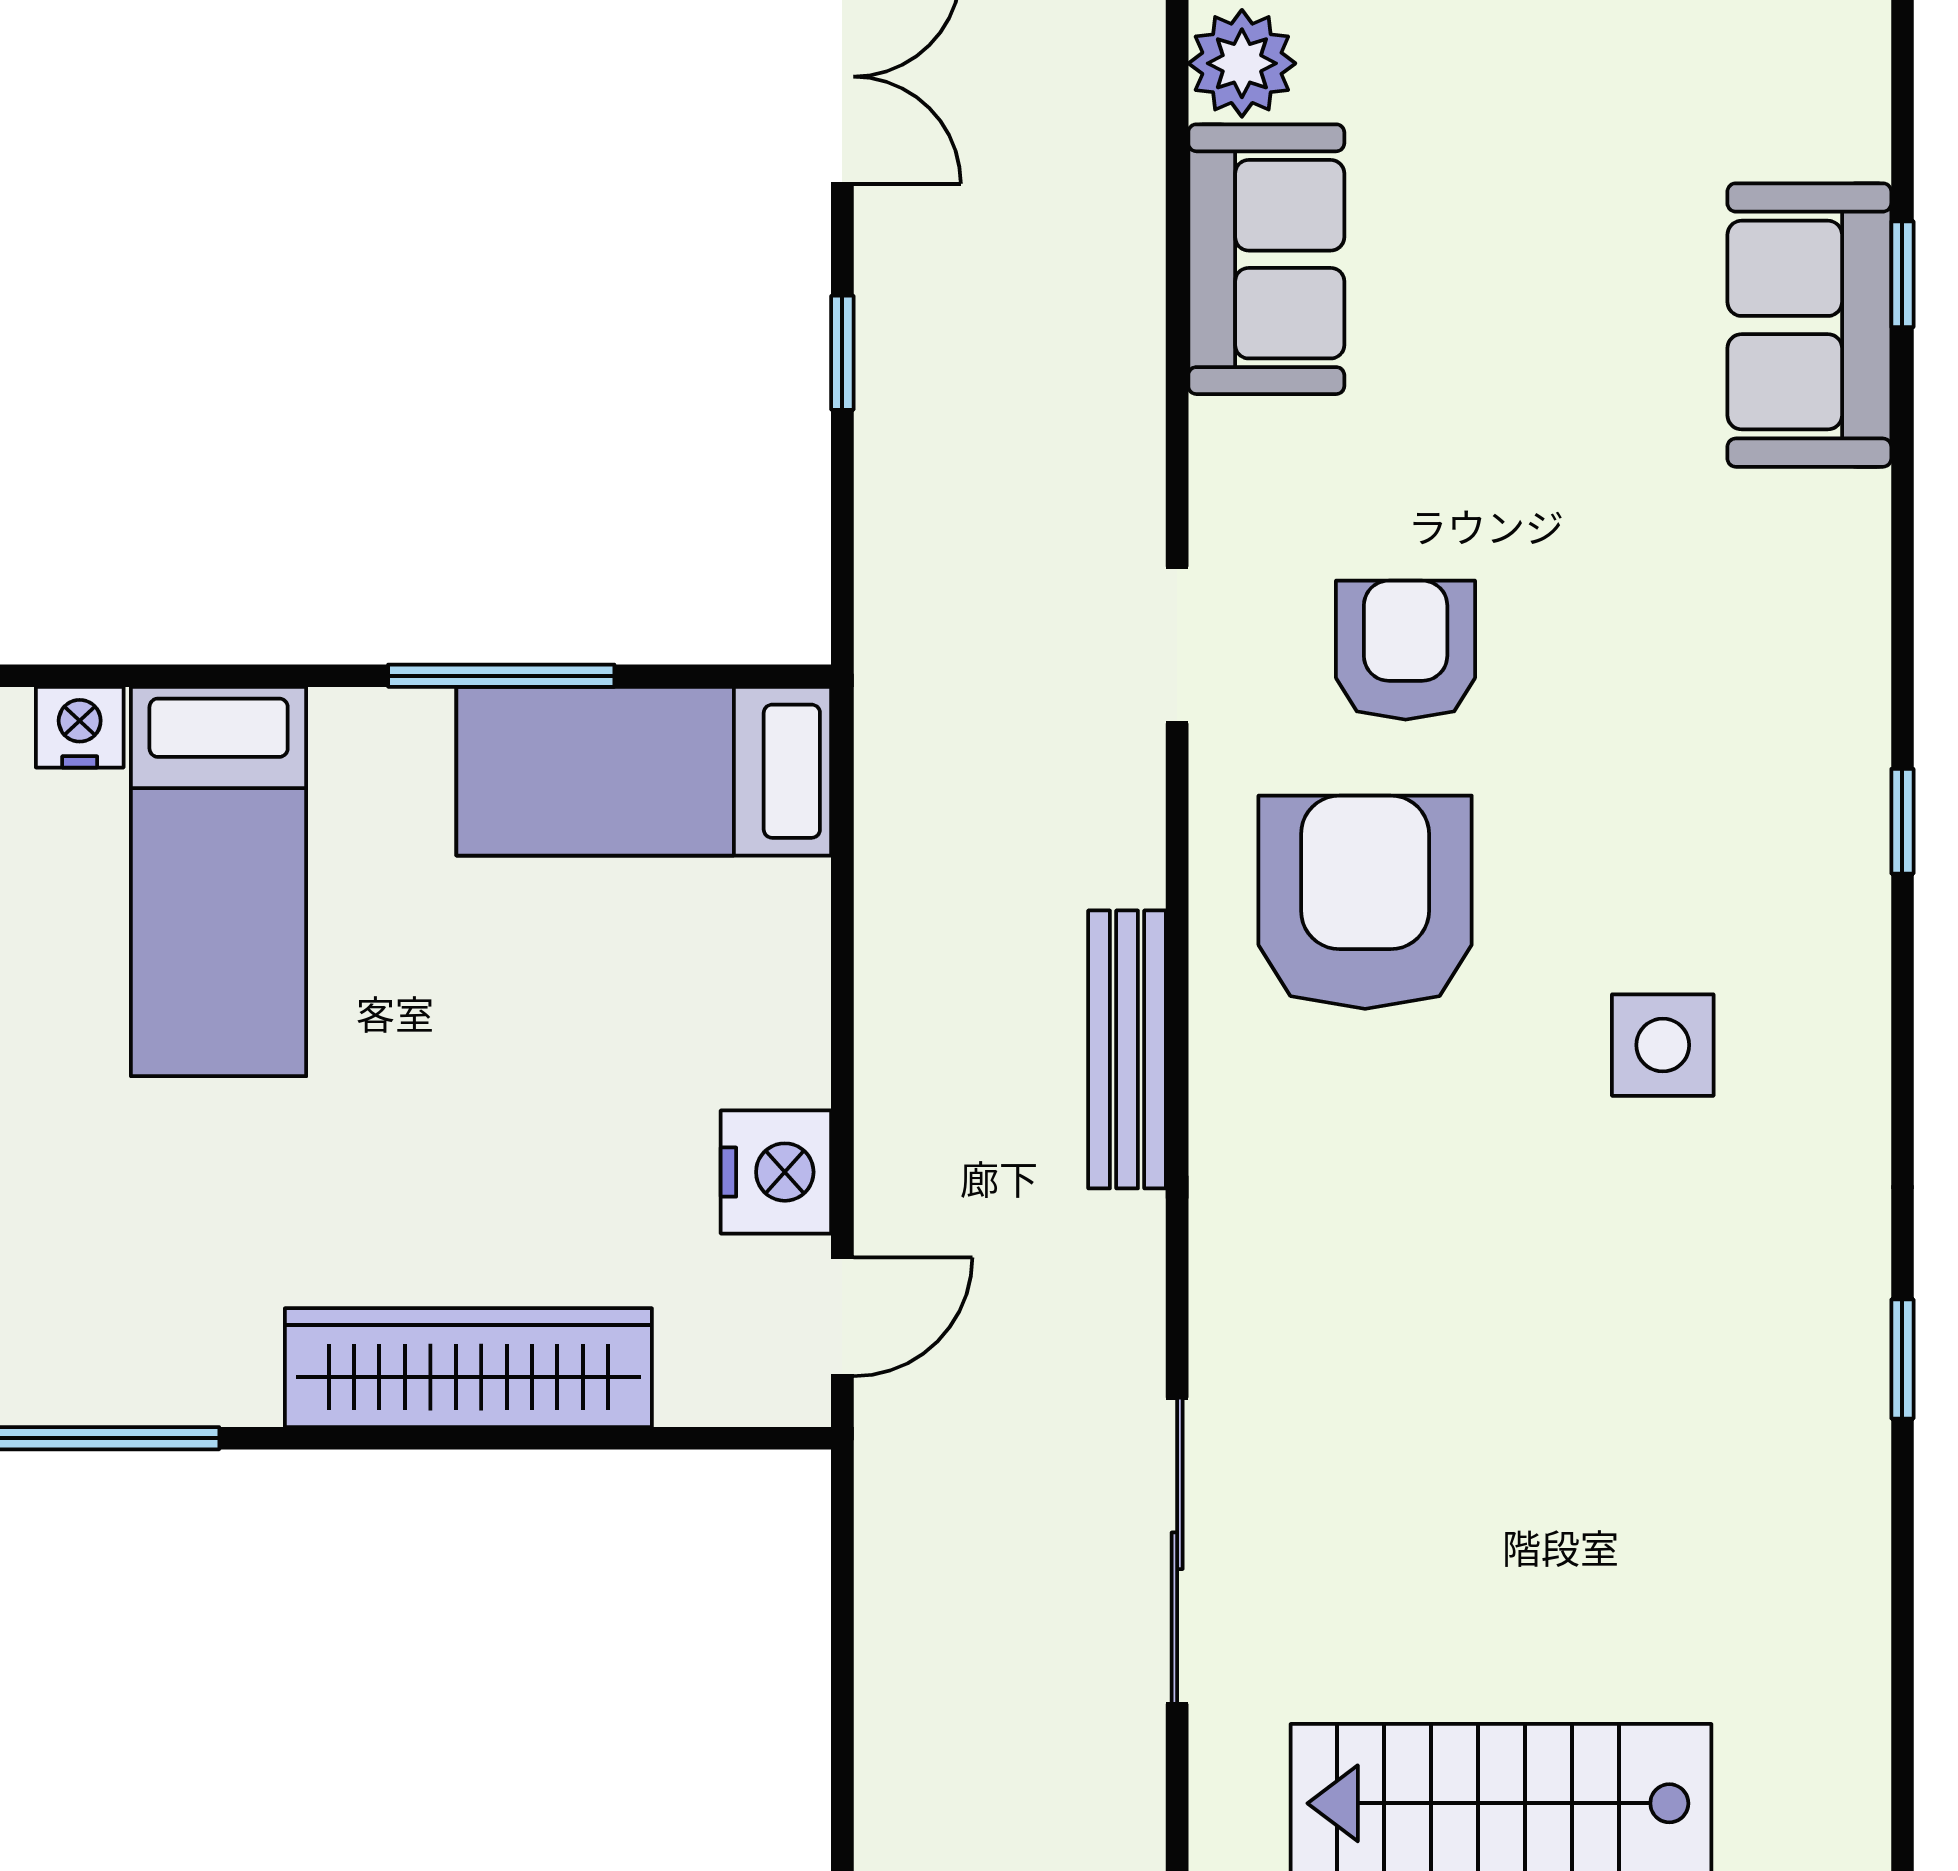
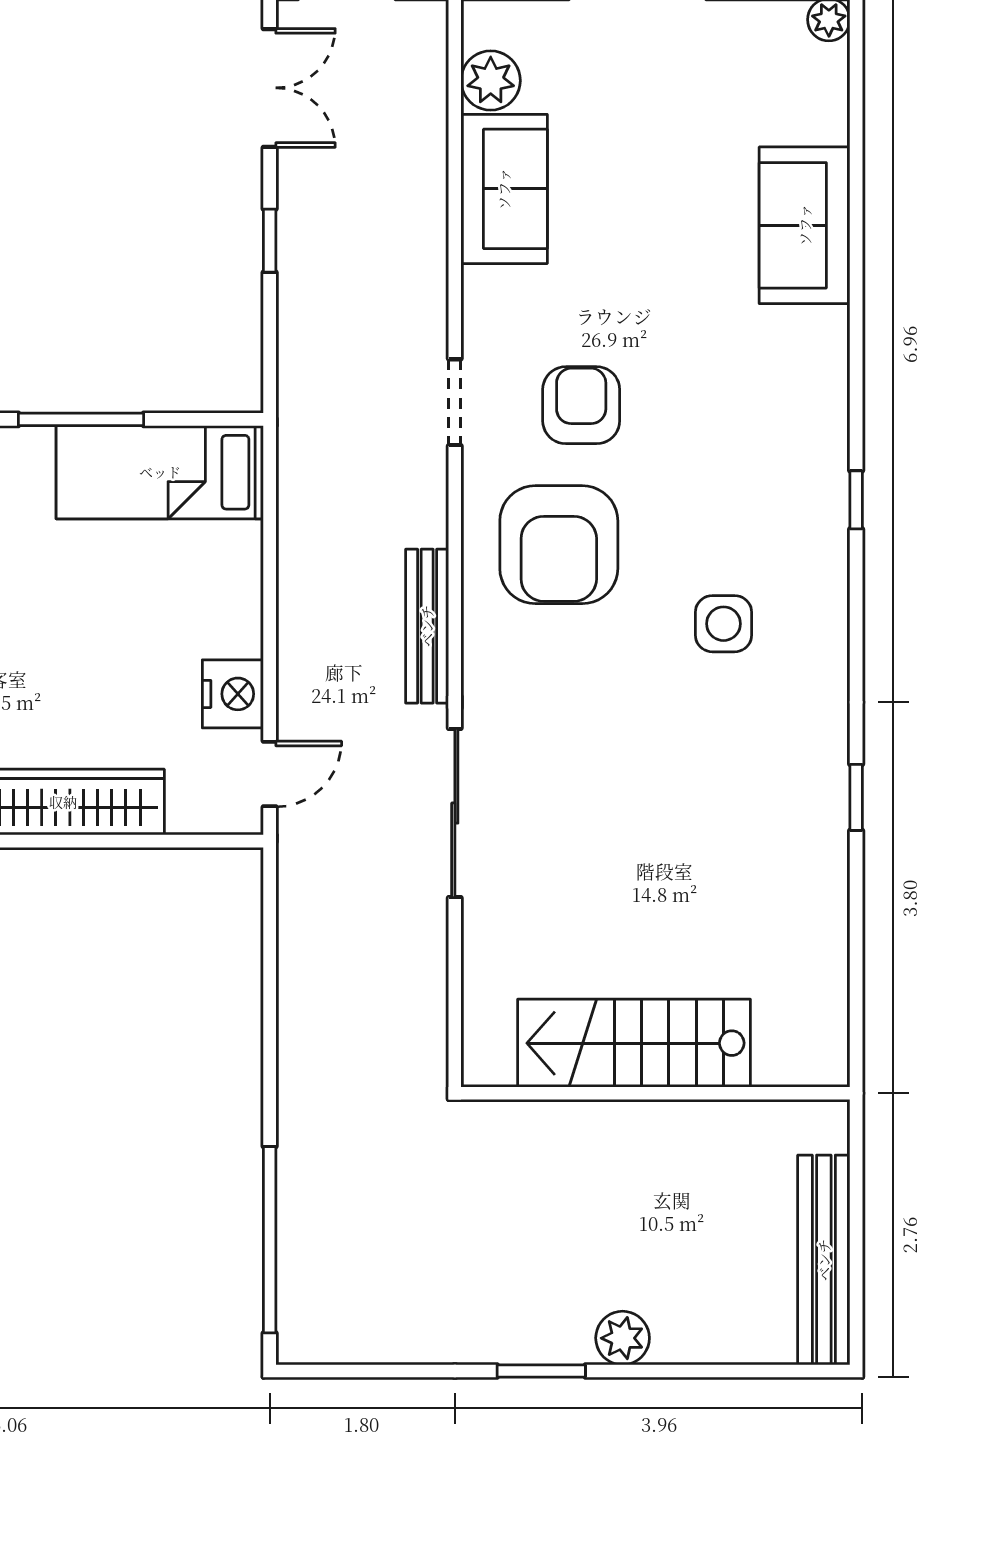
window: (1902, 274) -> (856, 197), removed
armchair: (1365, 902) -> (559, 545), turned 180
sliding door: (1177, 1551) -> (455, 813), moved

